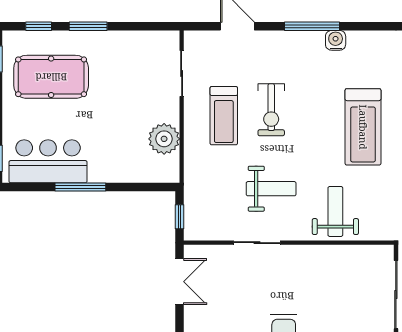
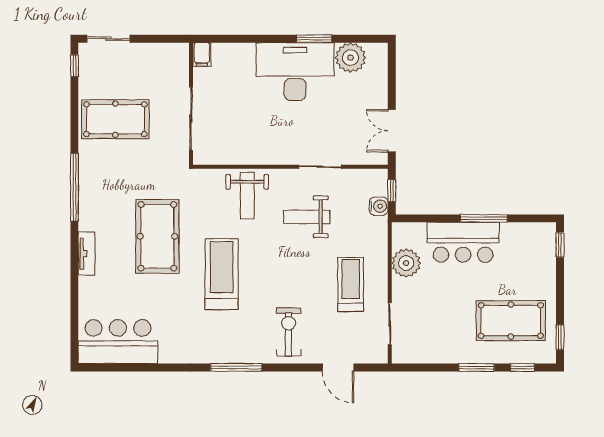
window: (312, 26) -> (236, 367), moved
water cooler: (336, 40) -> (379, 206), moved, turned -90
exercise bike: (271, 110) -> (289, 332), moved
bar counter: (48, 161) -> (463, 242), moved

